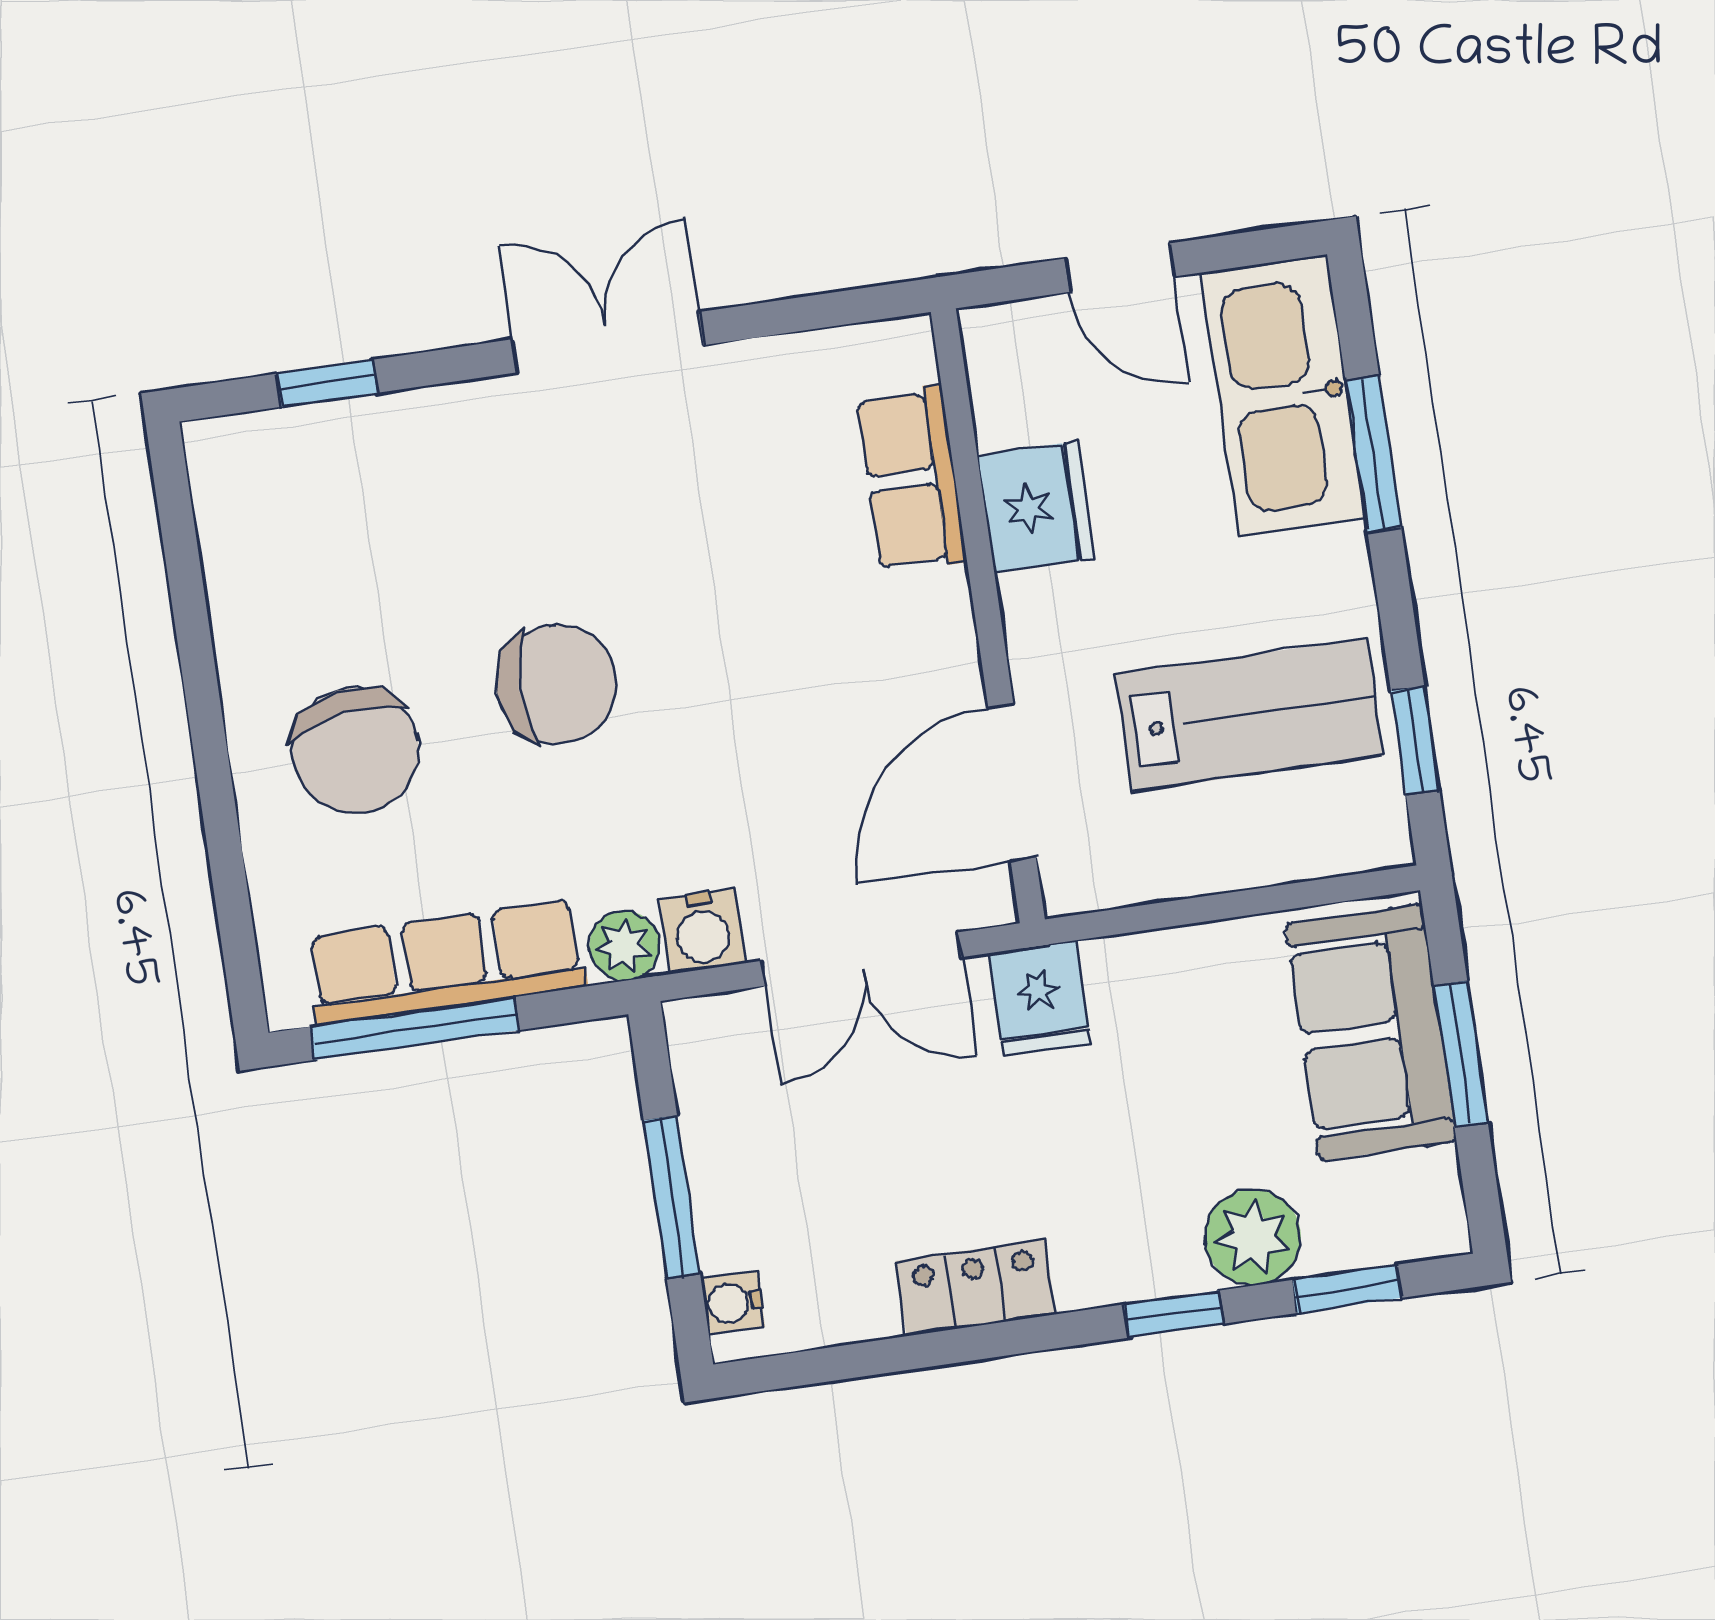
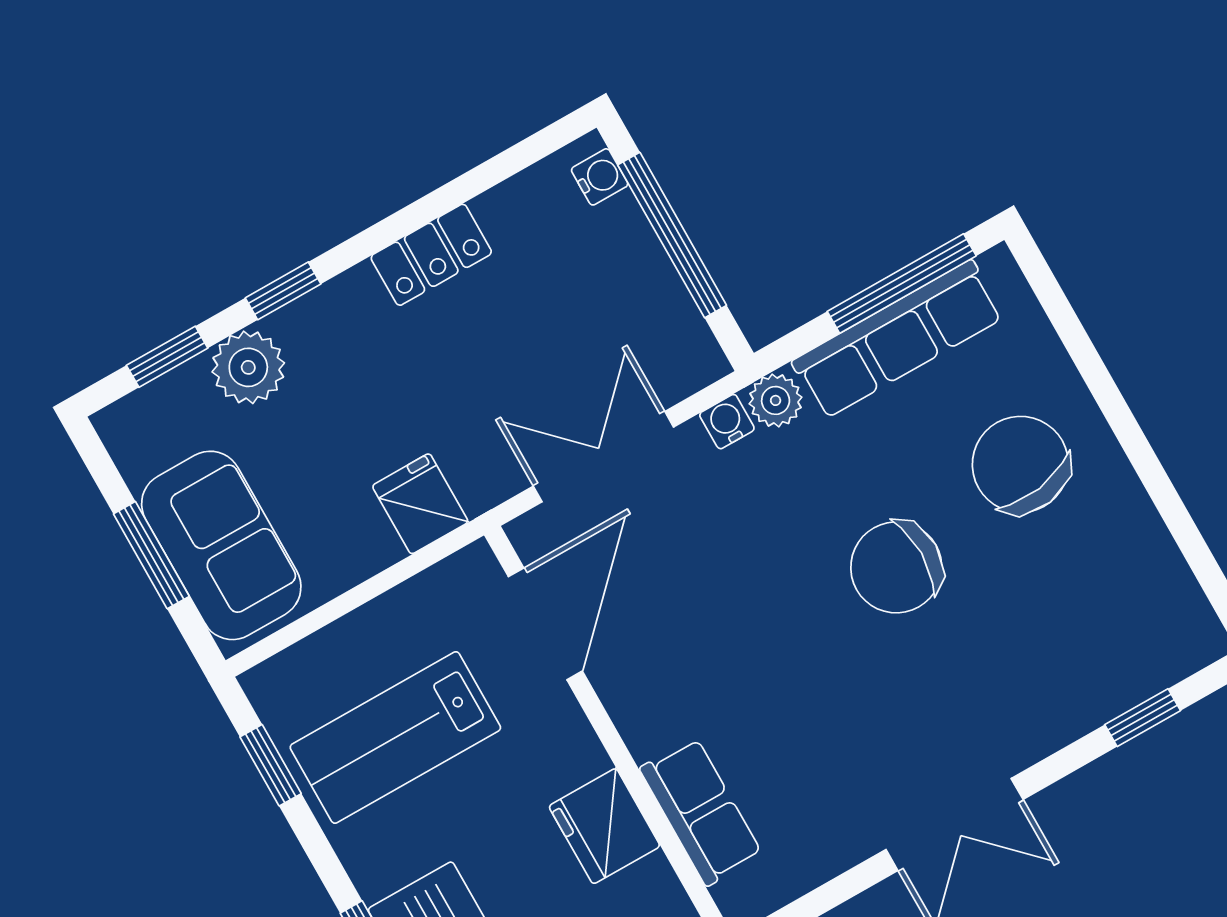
water cooler: (703, 931) -> (727, 422), width x0.72, depth x0.72
fridge: (1040, 999) -> (420, 504), moved
window: (672, 1197) -> (672, 235), width x1.44

